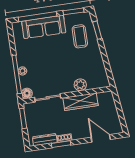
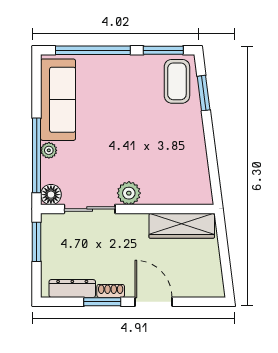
sofa: (44, 27) -> (58, 100), moved, turned -90
coffee table: (80, 36) -> (177, 81), moved
plant: (80, 85) -> (129, 193), moved
wardrobe: (80, 102) -> (182, 226), moved
door: (101, 138) -> (154, 302), moved

